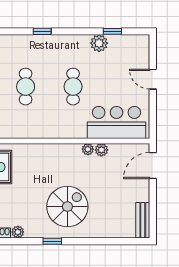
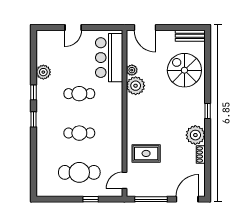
window: (112, 31) -> (34, 92), moved
plant: (88, 149) -> (136, 86), width x1.88, depth x1.88
spiral stairs: (67, 207) -> (184, 70), moved
plant: (18, 232) -> (195, 135), width x1.88, depth x1.88

